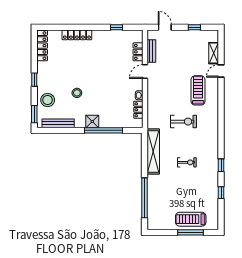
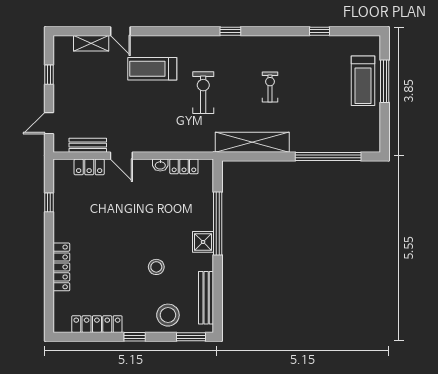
locker: (42, 46) -> (97, 324), moved
window: (221, 165) -> (230, 31), moved

